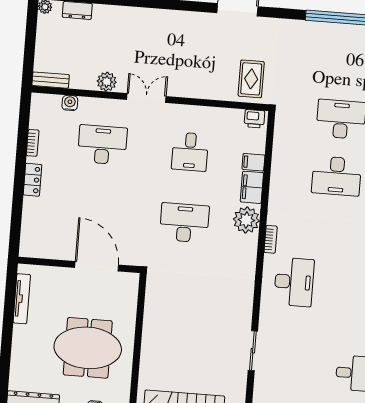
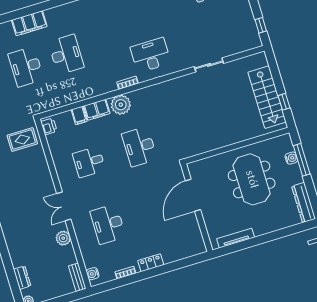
water cooler: (70, 103) -> (93, 274), moved
desk: (190, 152) -> (89, 162), turned 180

